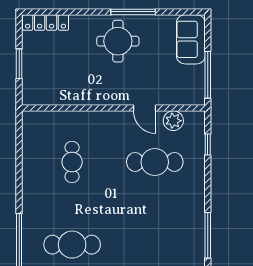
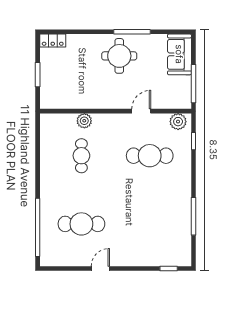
locker: (46, 22) -> (53, 40), width x0.66
door: (145, 108) -> (141, 111), swing flipped
plant: (76, 120) -> (84, 121), added
plant: (173, 121) -> (178, 122), moved

